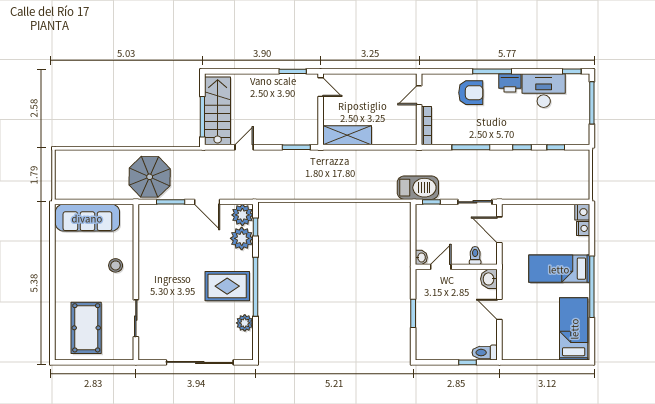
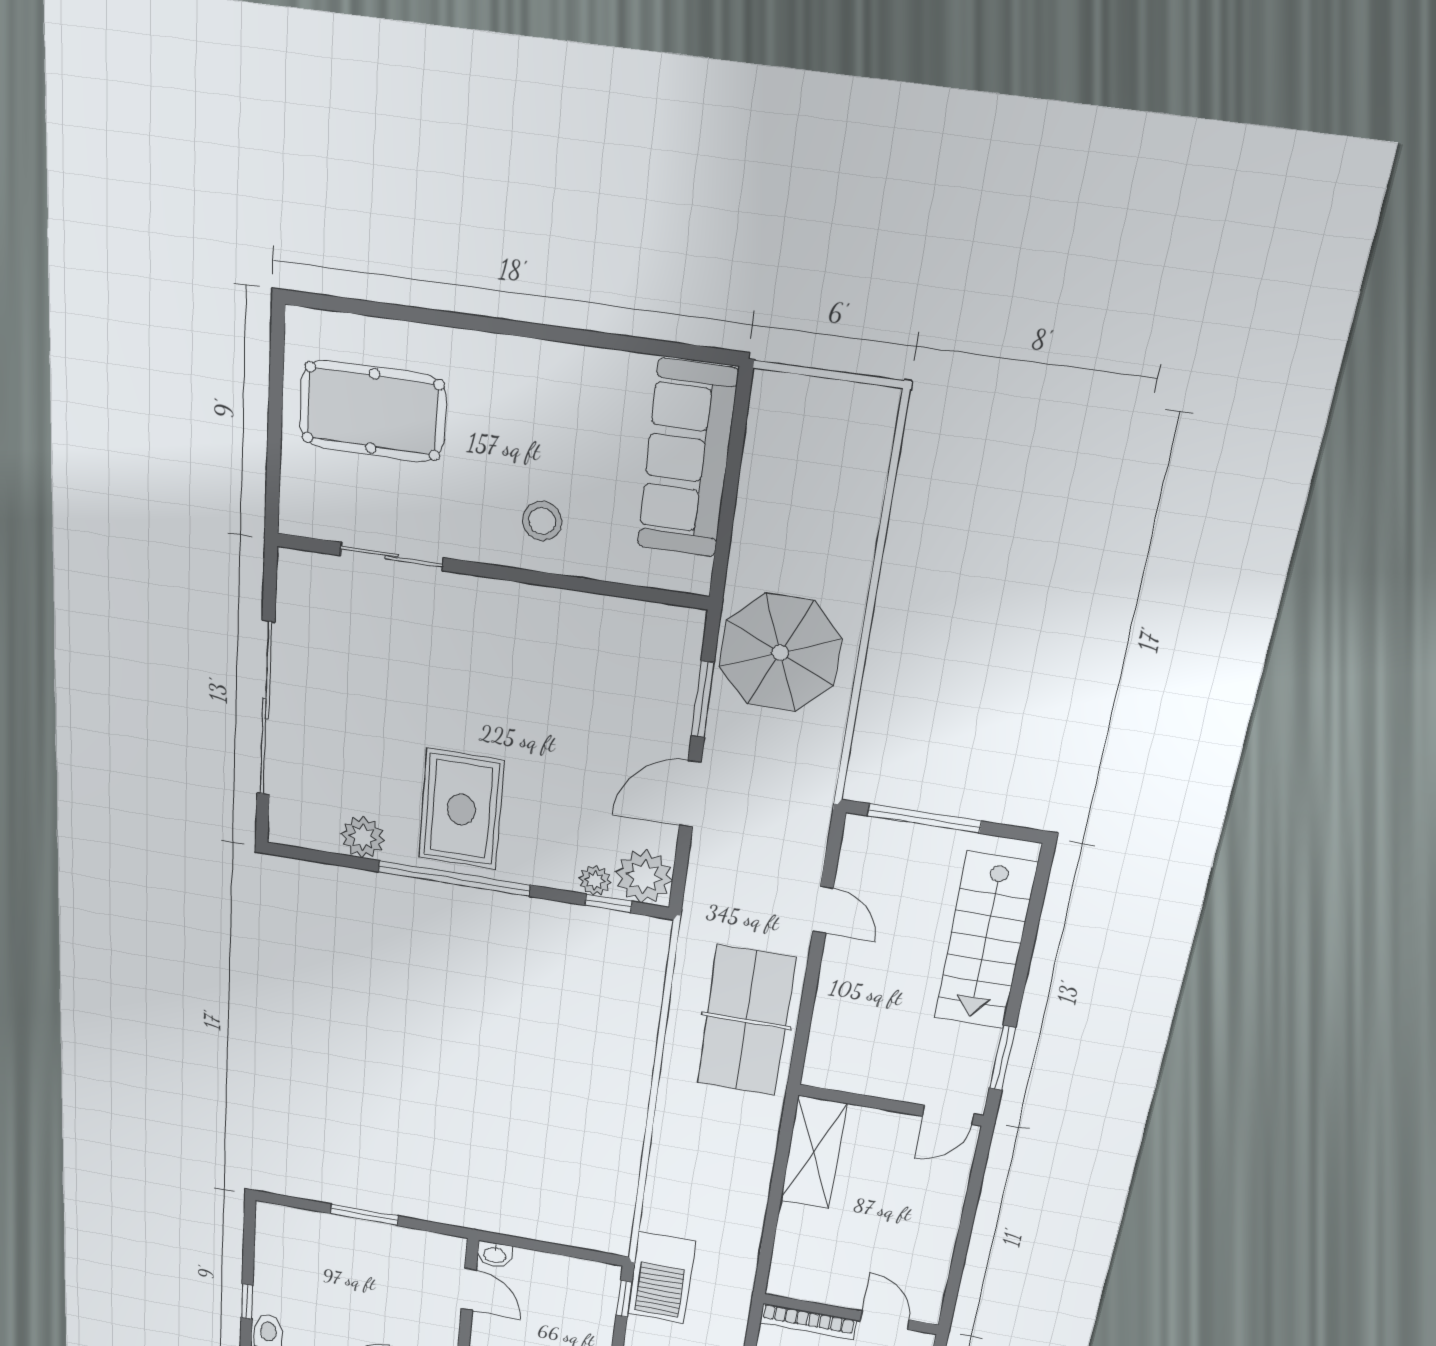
stairs: (218, 111) -> (985, 941), moved, turned 90
window: (296, 147) -> (802, 1033), removed
table tennis table: (295, 169) -> (746, 1021), added
plant: (242, 238) -> (595, 880), width x0.53, depth x0.53

